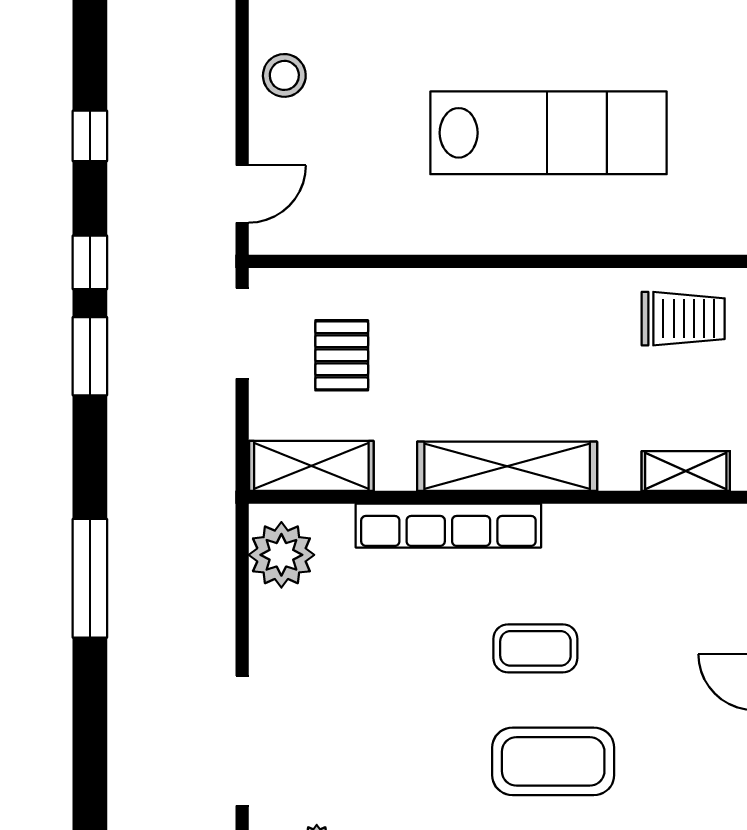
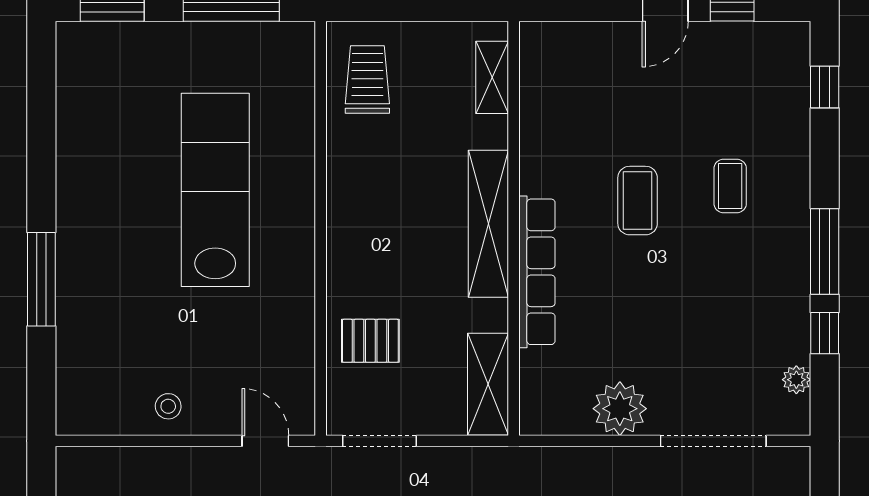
stool: (284, 75) -> (168, 406), width x0.73, depth x0.73
pallet: (342, 355) -> (370, 341), moved
plant: (281, 555) -> (620, 409), moved
coffee table: (553, 761) -> (730, 186), width x0.54, depth x0.58

